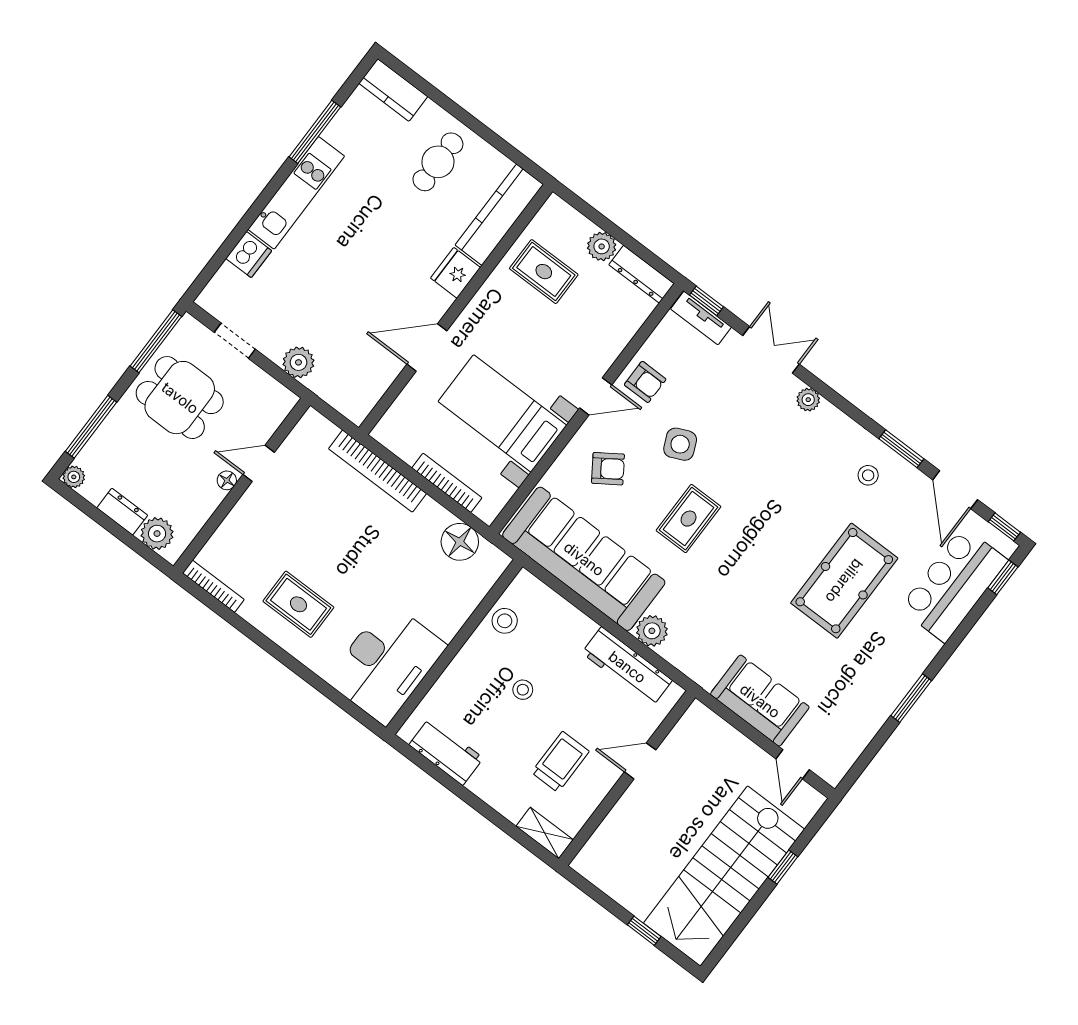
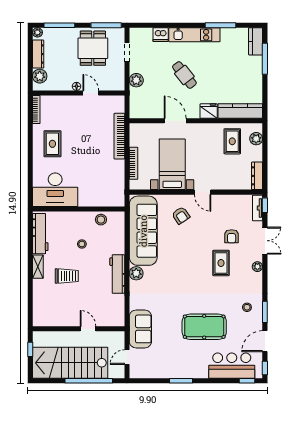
window: (438, 97) -> (265, 59), added
cafe table: (438, 162) -> (184, 75), moved, turned 52
plant: (602, 246) -> (256, 139), moved
armchair: (645, 382) -> (232, 236), moved
side table: (680, 444) -> (208, 234), removed
dresser: (122, 512) -> (38, 54), width x1.44
rug: (689, 519) -> (221, 263), moved, turned 90
floor lamp: (460, 542) -> (117, 183), removed
workbench: (446, 751) -> (40, 234), width x1.38
door: (640, 761) -> (88, 329), moved
wall: (627, 778) -> (79, 329), moved
shelving: (545, 833) -> (38, 267), moved
window: (783, 867) -> (89, 381), width x3.17

